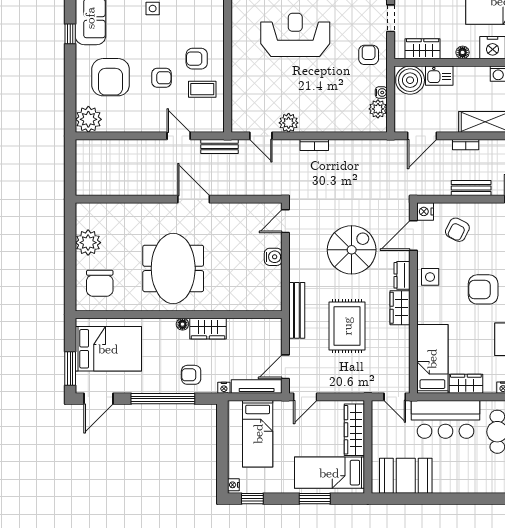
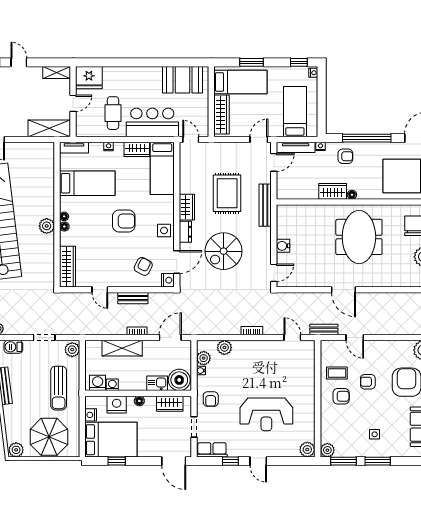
plant: (289, 123) -> (224, 348), moved

